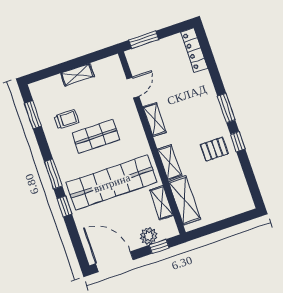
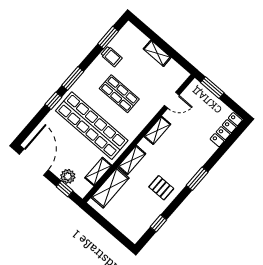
trolley: (67, 119) -> (111, 56), moved
window: (238, 142) -> (158, 223), moved

